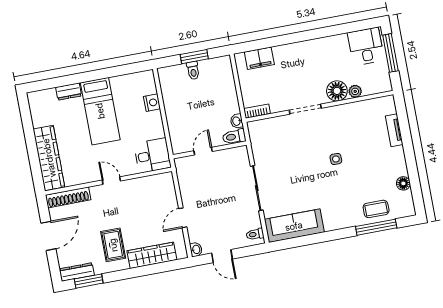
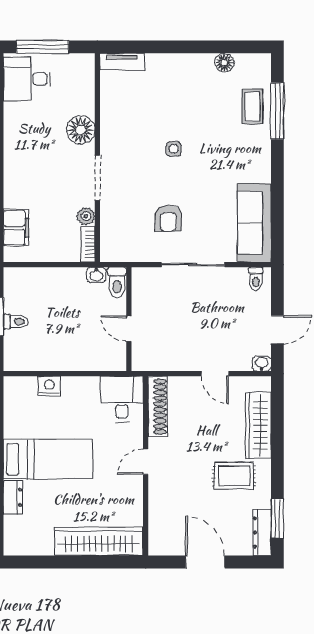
plant: (355, 91) -> (86, 216), moved
tv unit: (394, 130) -> (122, 62), moved
armchair: (286, 164) -> (168, 218), added
shoe rack: (68, 197) -> (158, 407), moved

